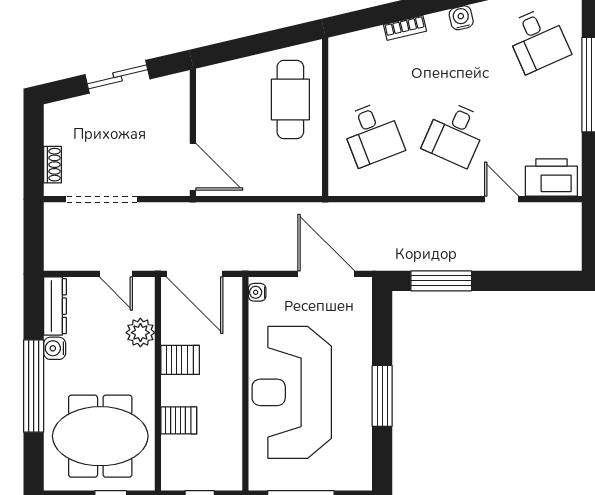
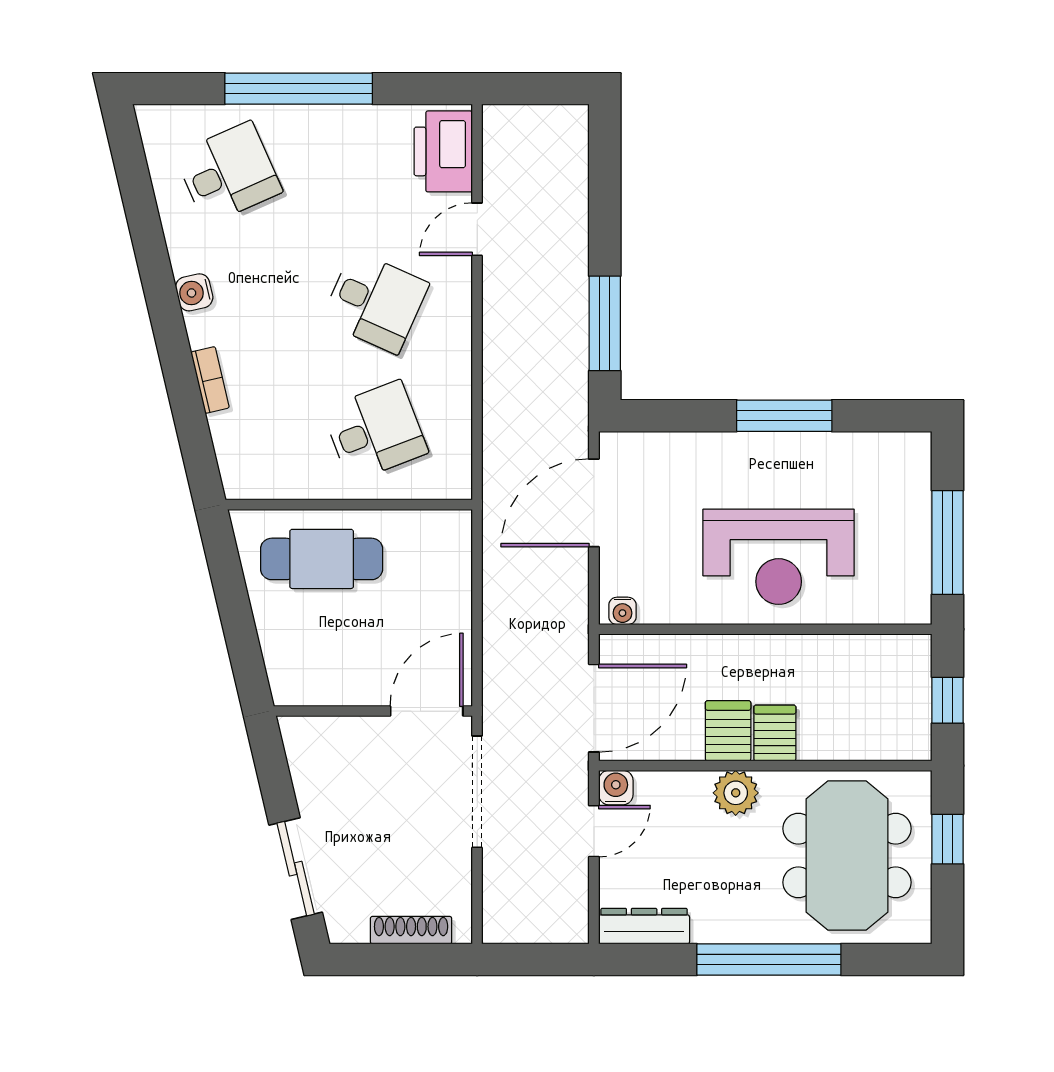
sliding door: (118, 77) -> (296, 869), moved
shoe rack: (52, 165) -> (411, 930), width x1.43
doorway: (101, 199) -> (477, 792), moved
plant: (140, 333) -> (736, 793), moved
water cooler: (55, 348) -> (616, 788), moved, turned 180
reception desk: (292, 392) -> (779, 557), width x0.74, depth x0.77
server rack: (179, 420) -> (775, 733), moved

